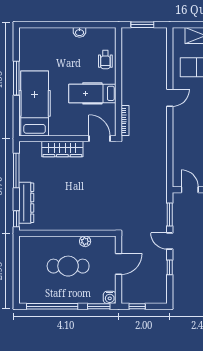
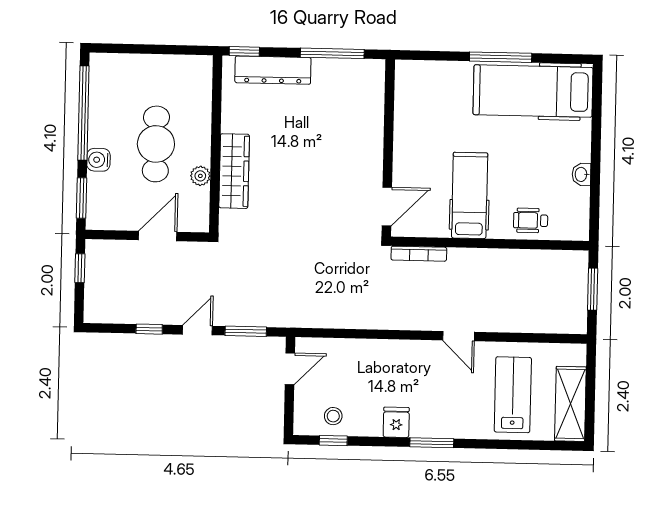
hospital bed: (35, 103) -> (533, 91), moved, turned 180
wardrobe: (62, 149) -> (234, 171), moved, turned 180
door: (119, 264) -> (158, 236), swing flipped
water cooler: (110, 297) -> (98, 160), moved

